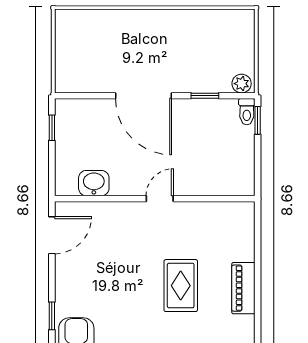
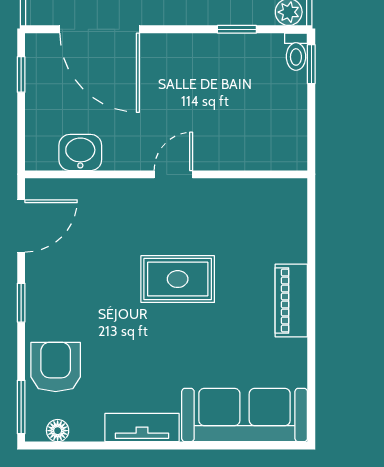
door: (143, 96) -> (100, 29), moved
rug: (181, 286) -> (178, 279), moved, turned 90
window: (52, 316) -> (21, 303), moved

